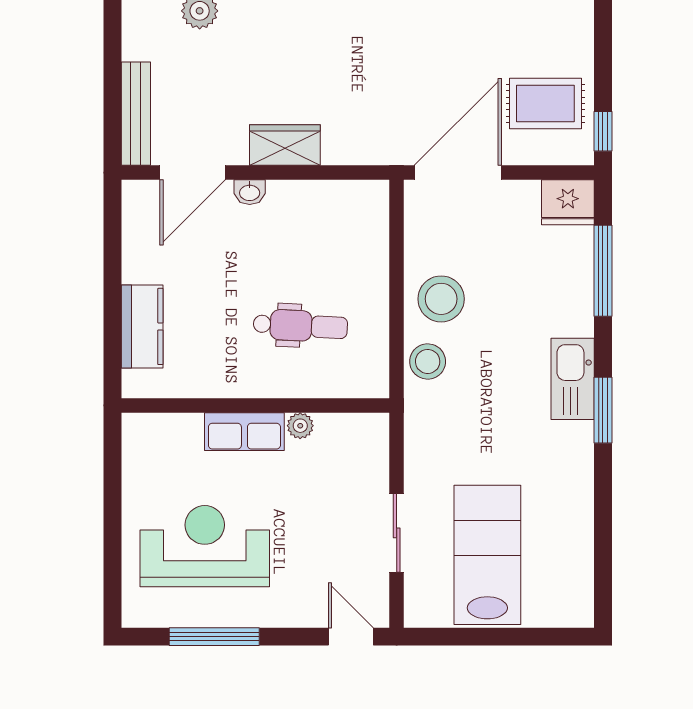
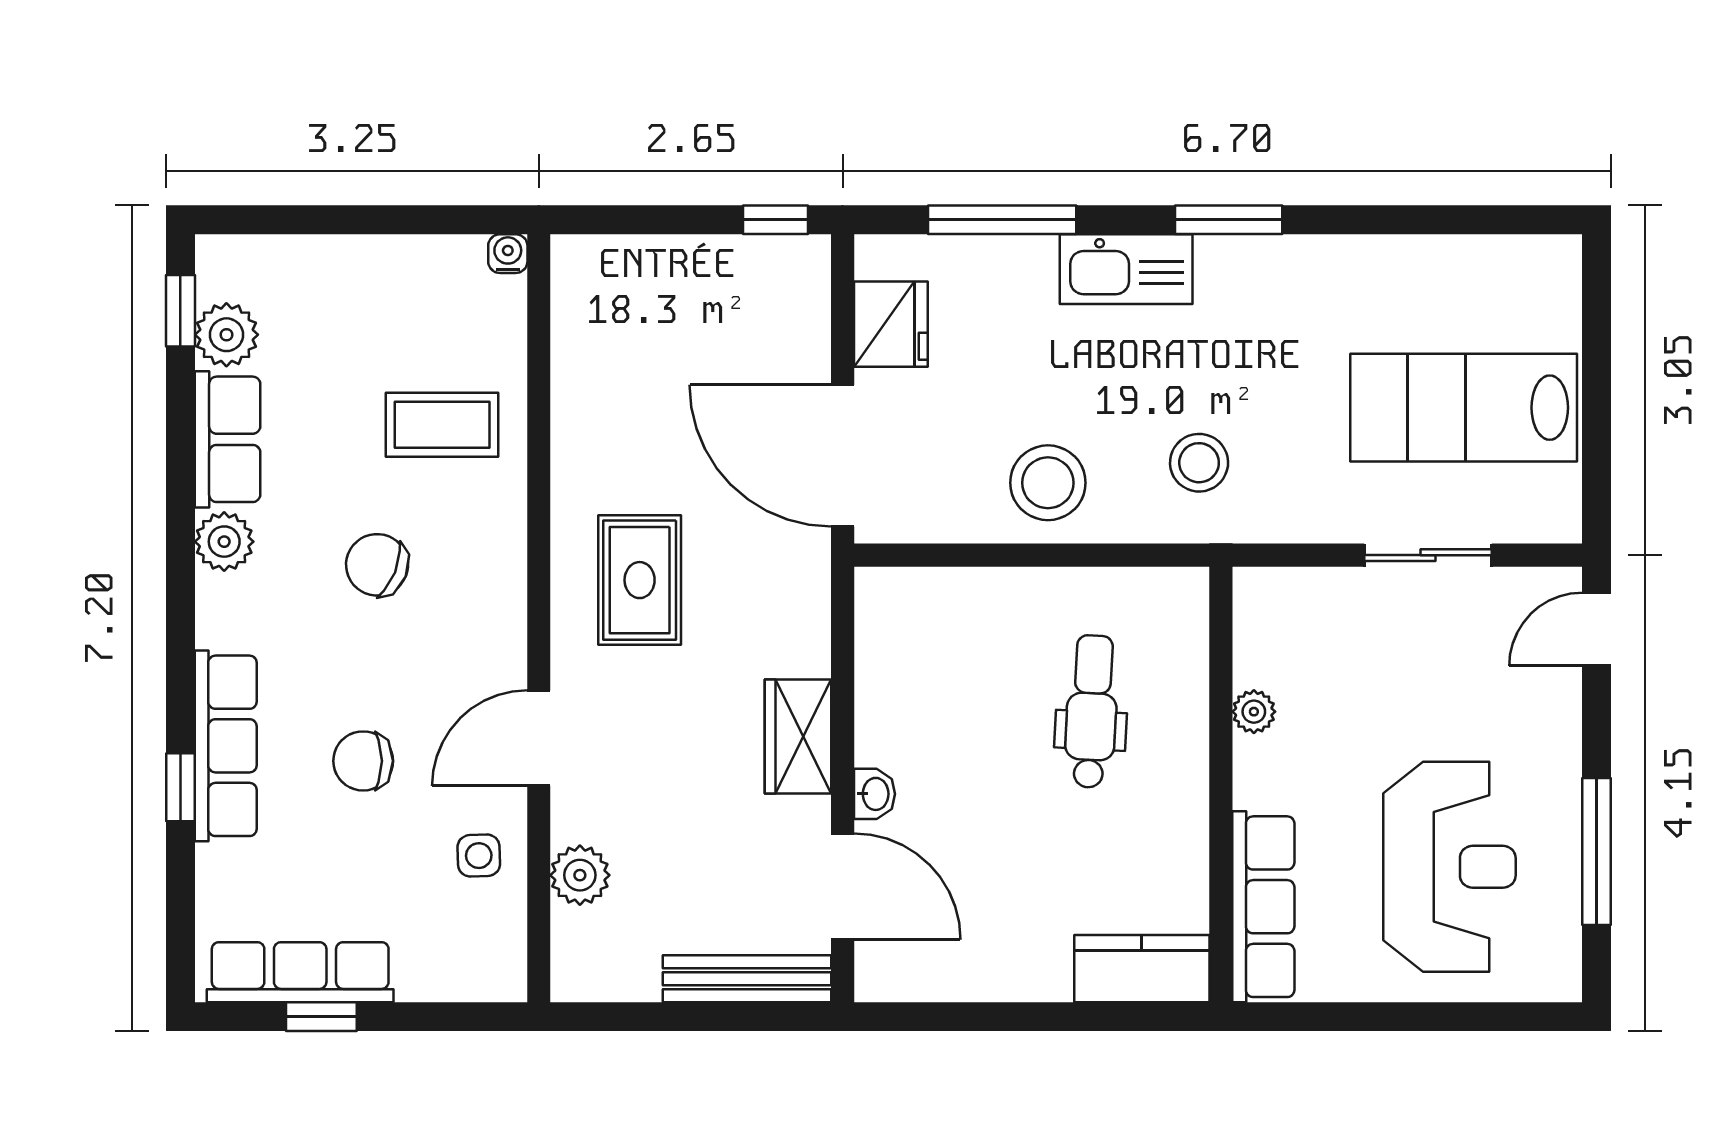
rug: (545, 103) -> (640, 580), moved
fridge: (568, 202) -> (891, 324), moved
kitchen counter: (142, 326) -> (1142, 969), moved
stool: (428, 361) -> (1199, 463), moved
kitchen sink: (573, 379) -> (1126, 269), moved
row of seats: (244, 432) -> (1263, 907), moved, width x1.48
reception desk: (205, 546) -> (1449, 867), turned 180

